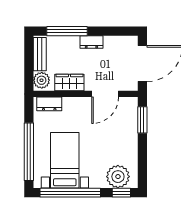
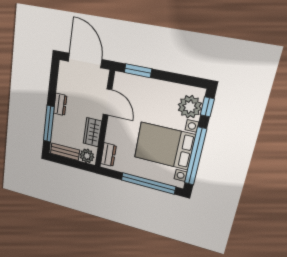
bed with nightstands: (65, 160) -> (164, 146), width x1.36

